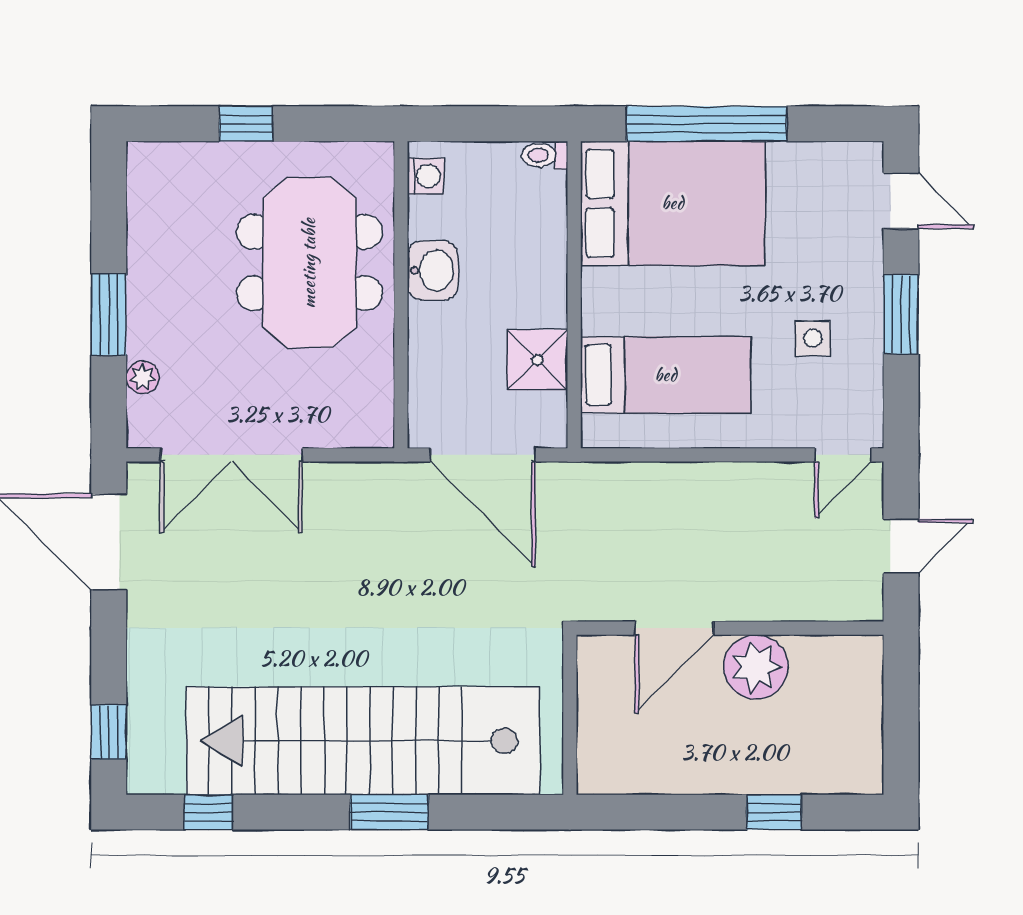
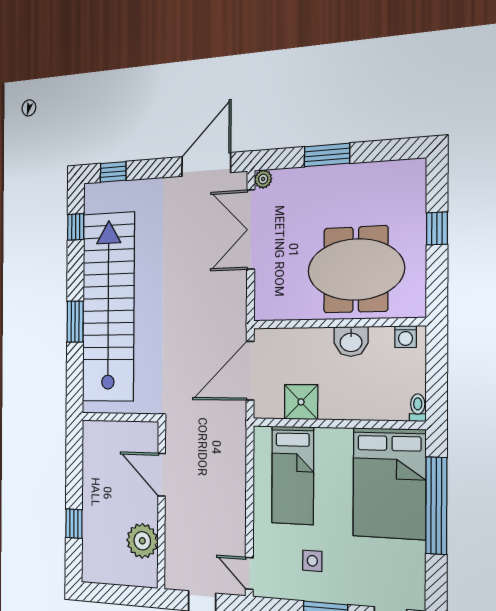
plant: (143, 377) -> (263, 179), moved
plant: (756, 667) -> (142, 541), moved

